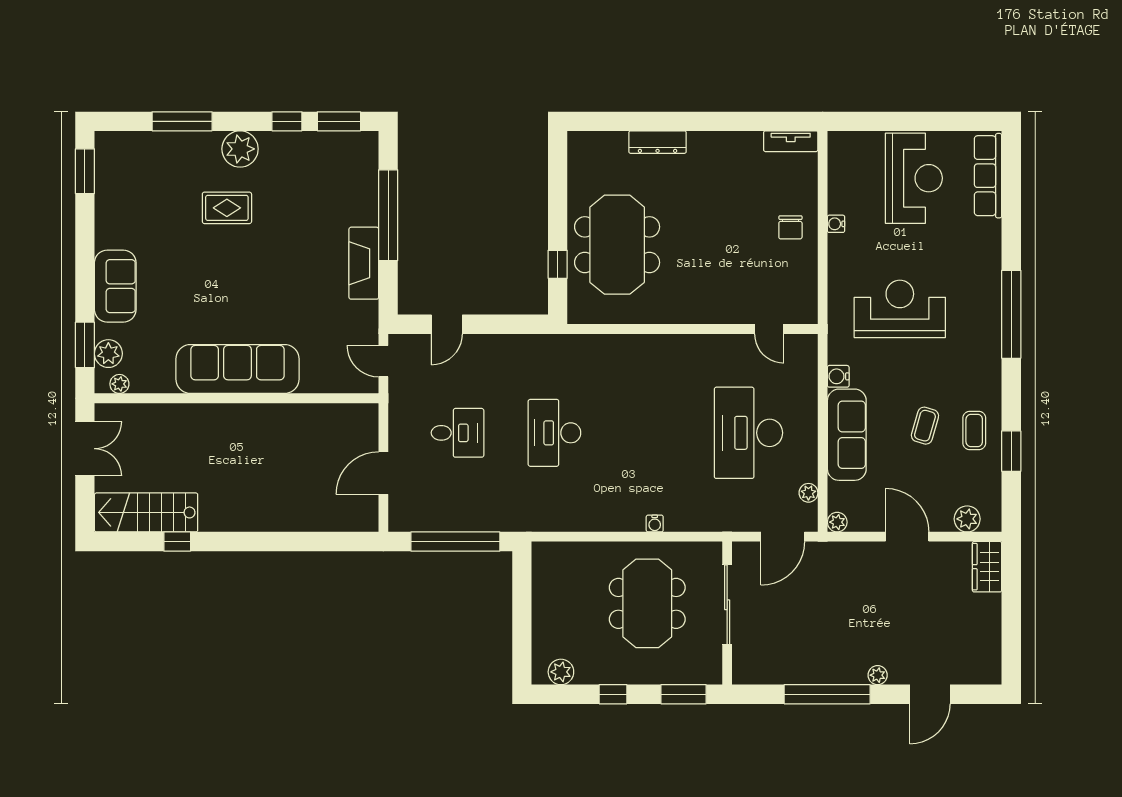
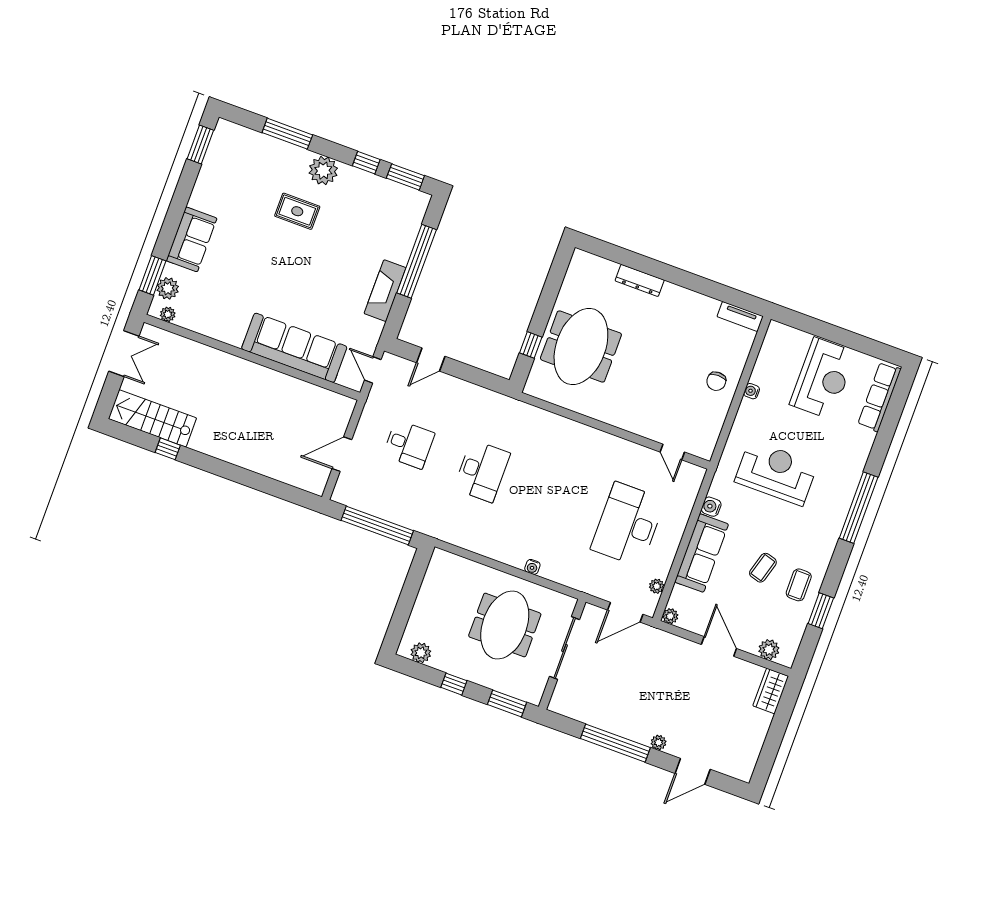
sofa: (237, 369) -> (294, 348), moved
desk: (554, 433) -> (482, 471), turned 180

